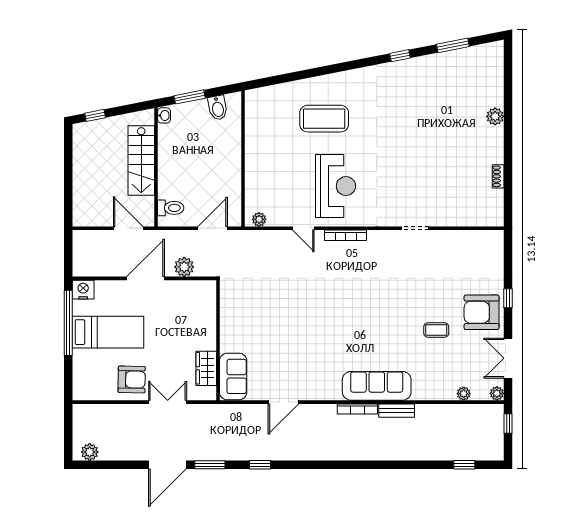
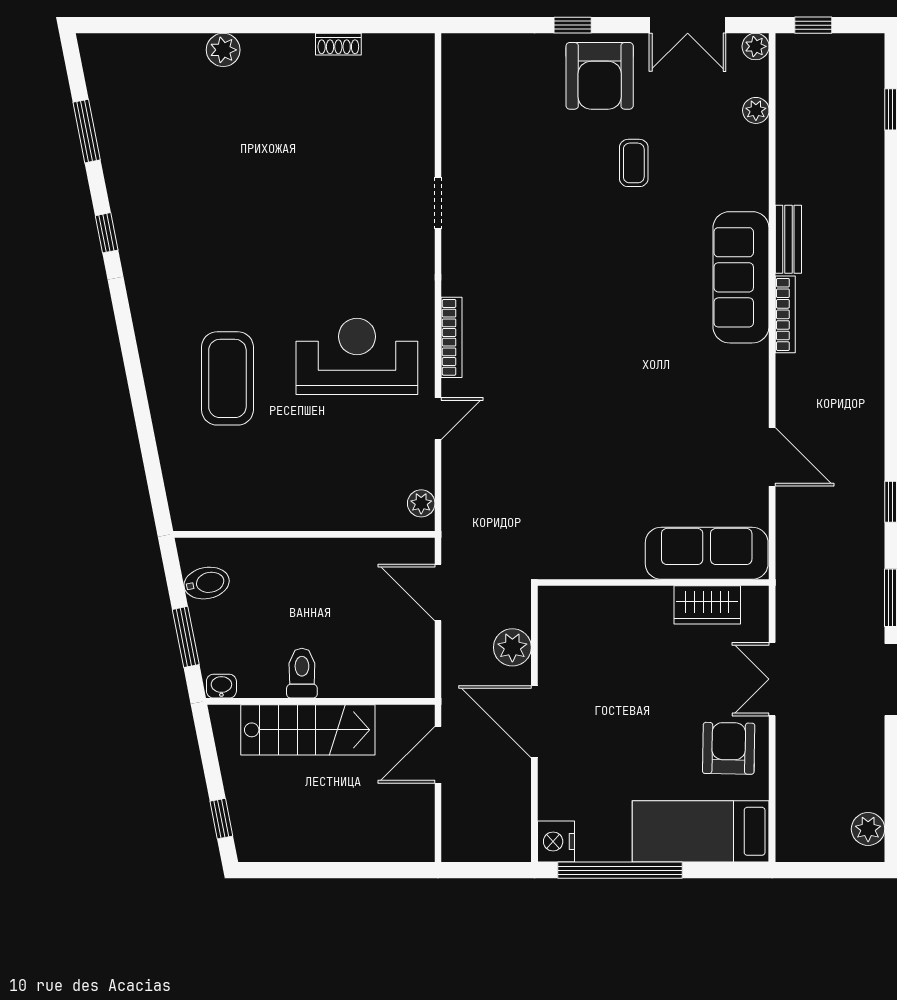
toilet: (171, 208) -> (302, 673), moved
bed: (108, 332) -> (701, 831), moved, turned -90
sofa: (233, 376) -> (707, 553), width x1.36

